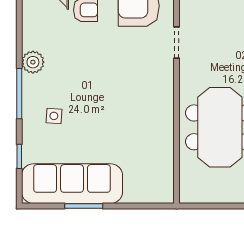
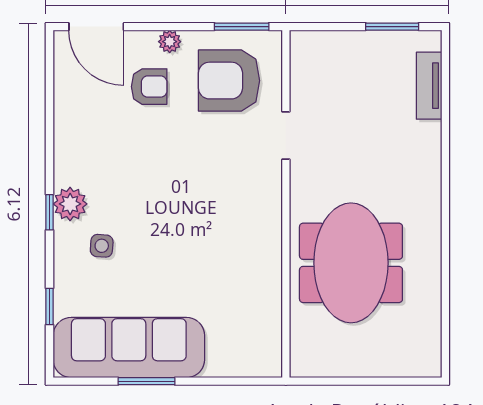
plant: (33, 62) -> (70, 204), moved
window: (19, 94) -> (50, 212), width x0.46

